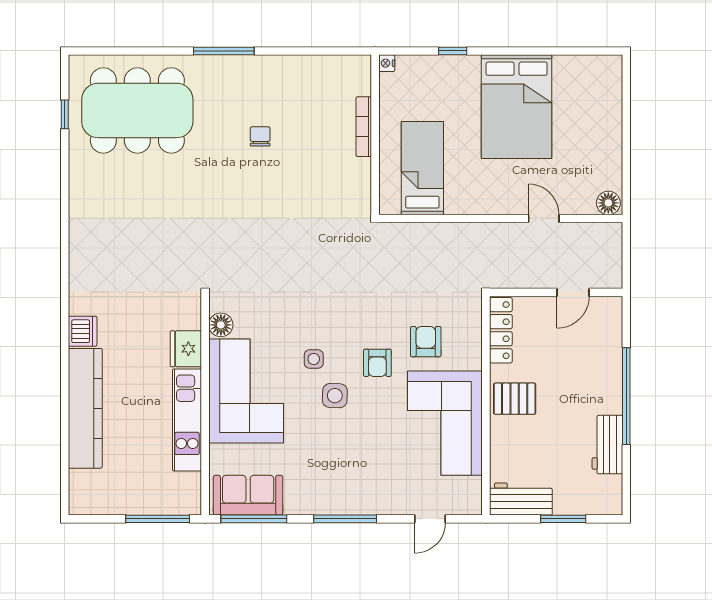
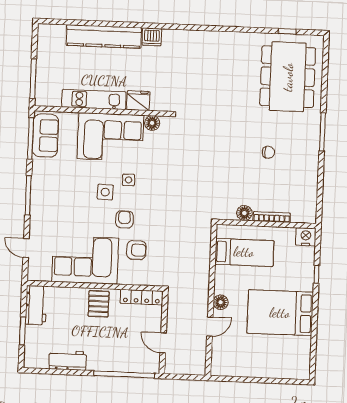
nightstand: (387, 63) -> (306, 237), width x1.89, depth x1.79
floor lamp: (359, 171) -> (244, 213), added
floor lamp: (608, 203) -> (221, 302), moved
armchair: (377, 363) -> (124, 219), turned 90
window: (626, 396) -> (124, 374), moved

